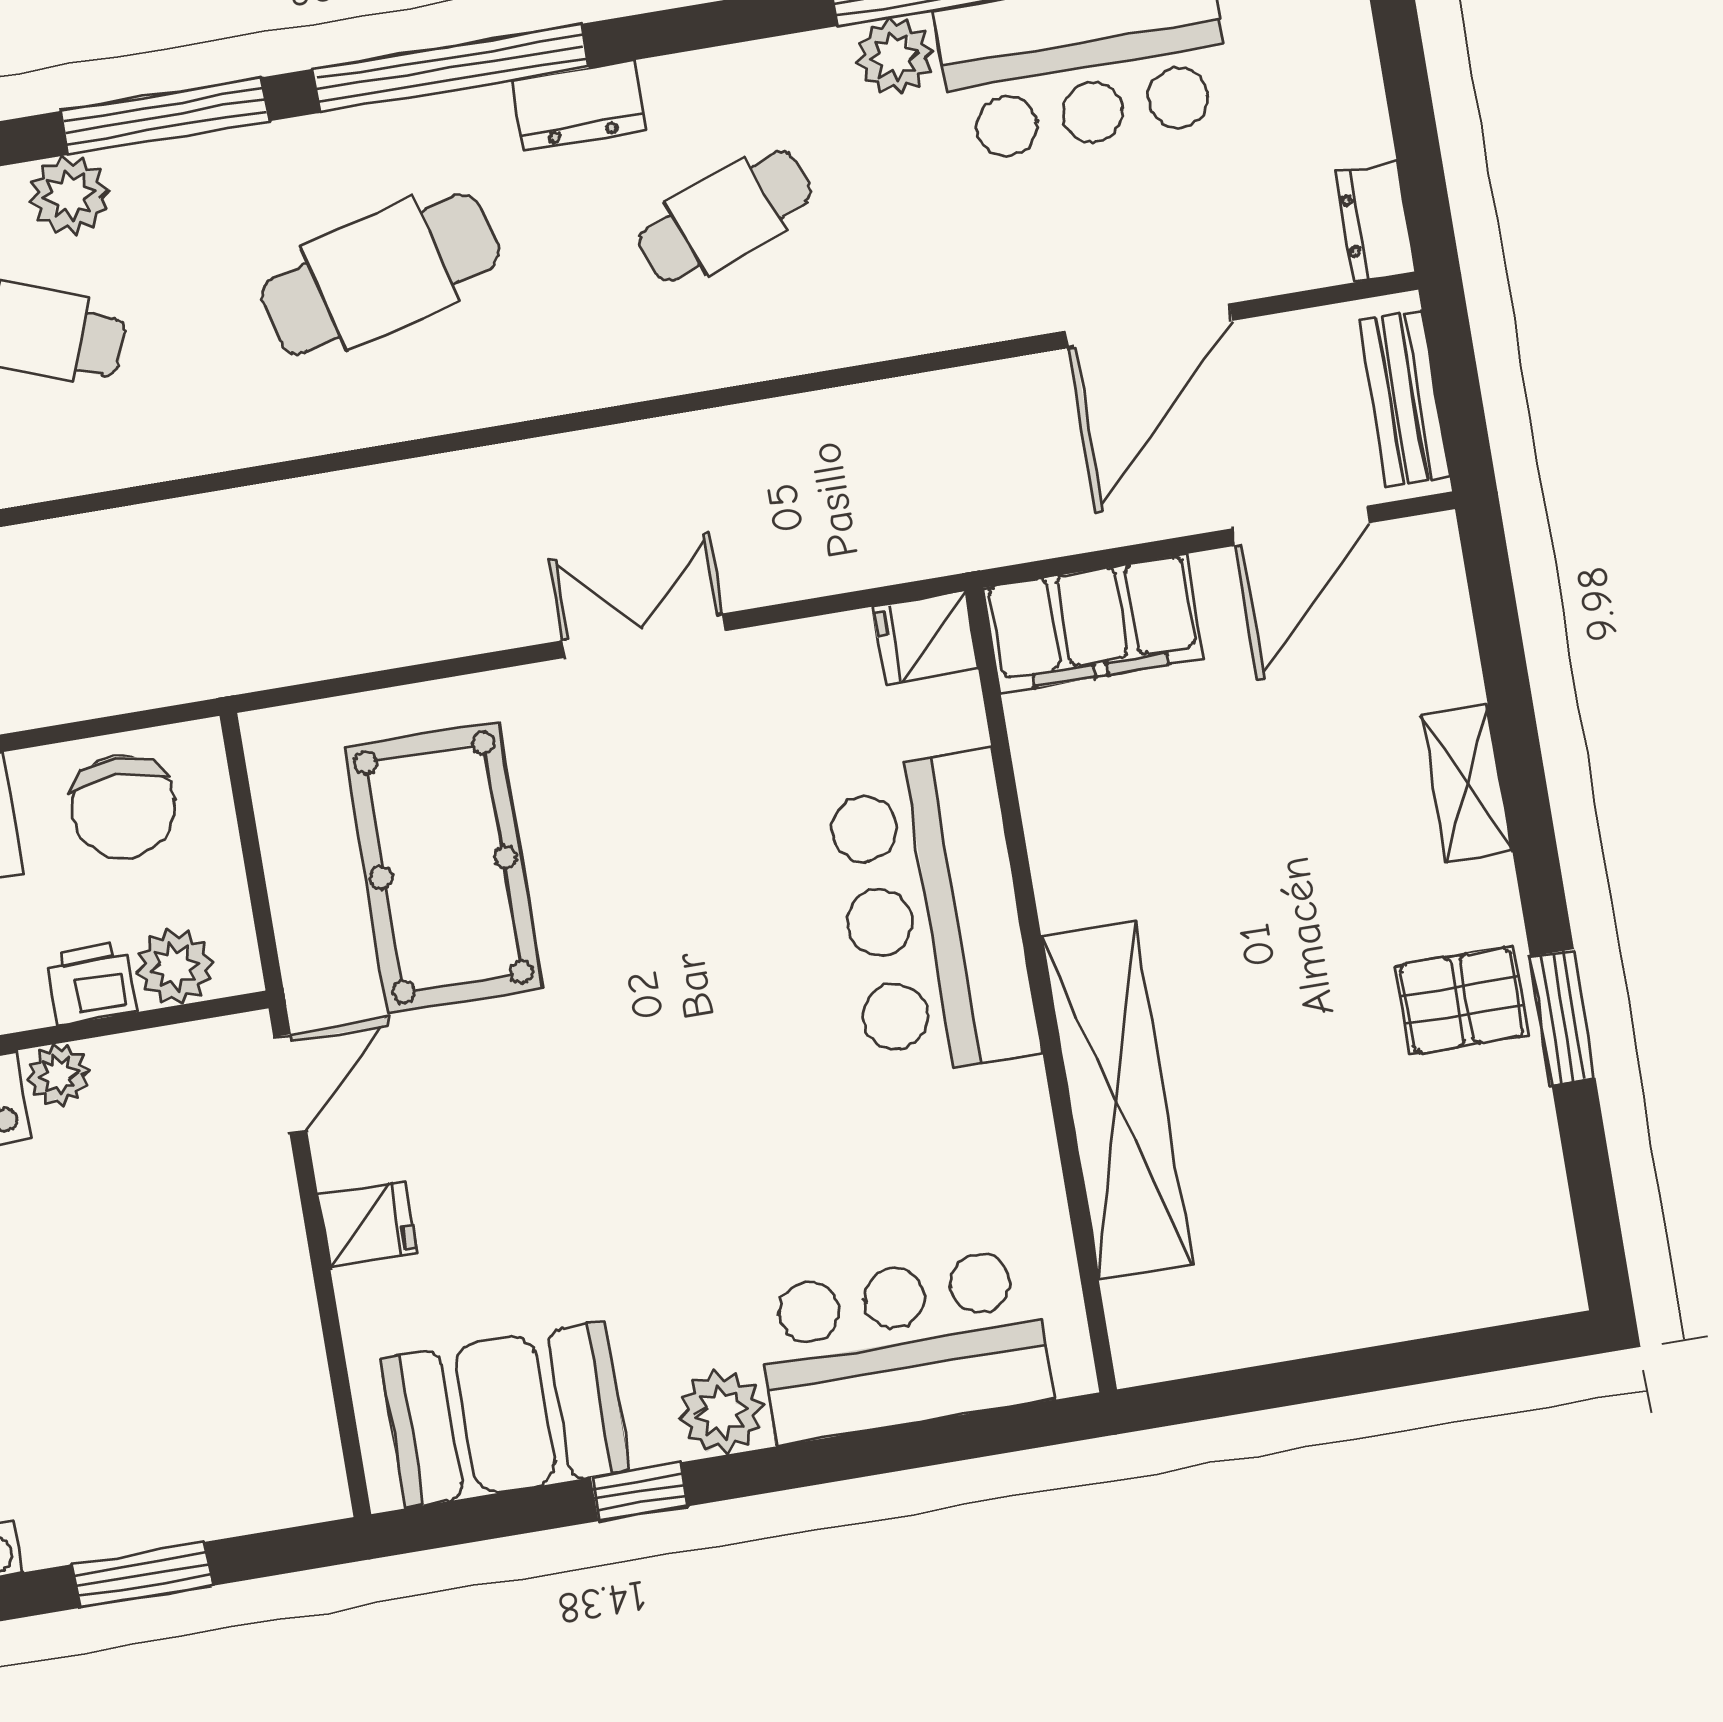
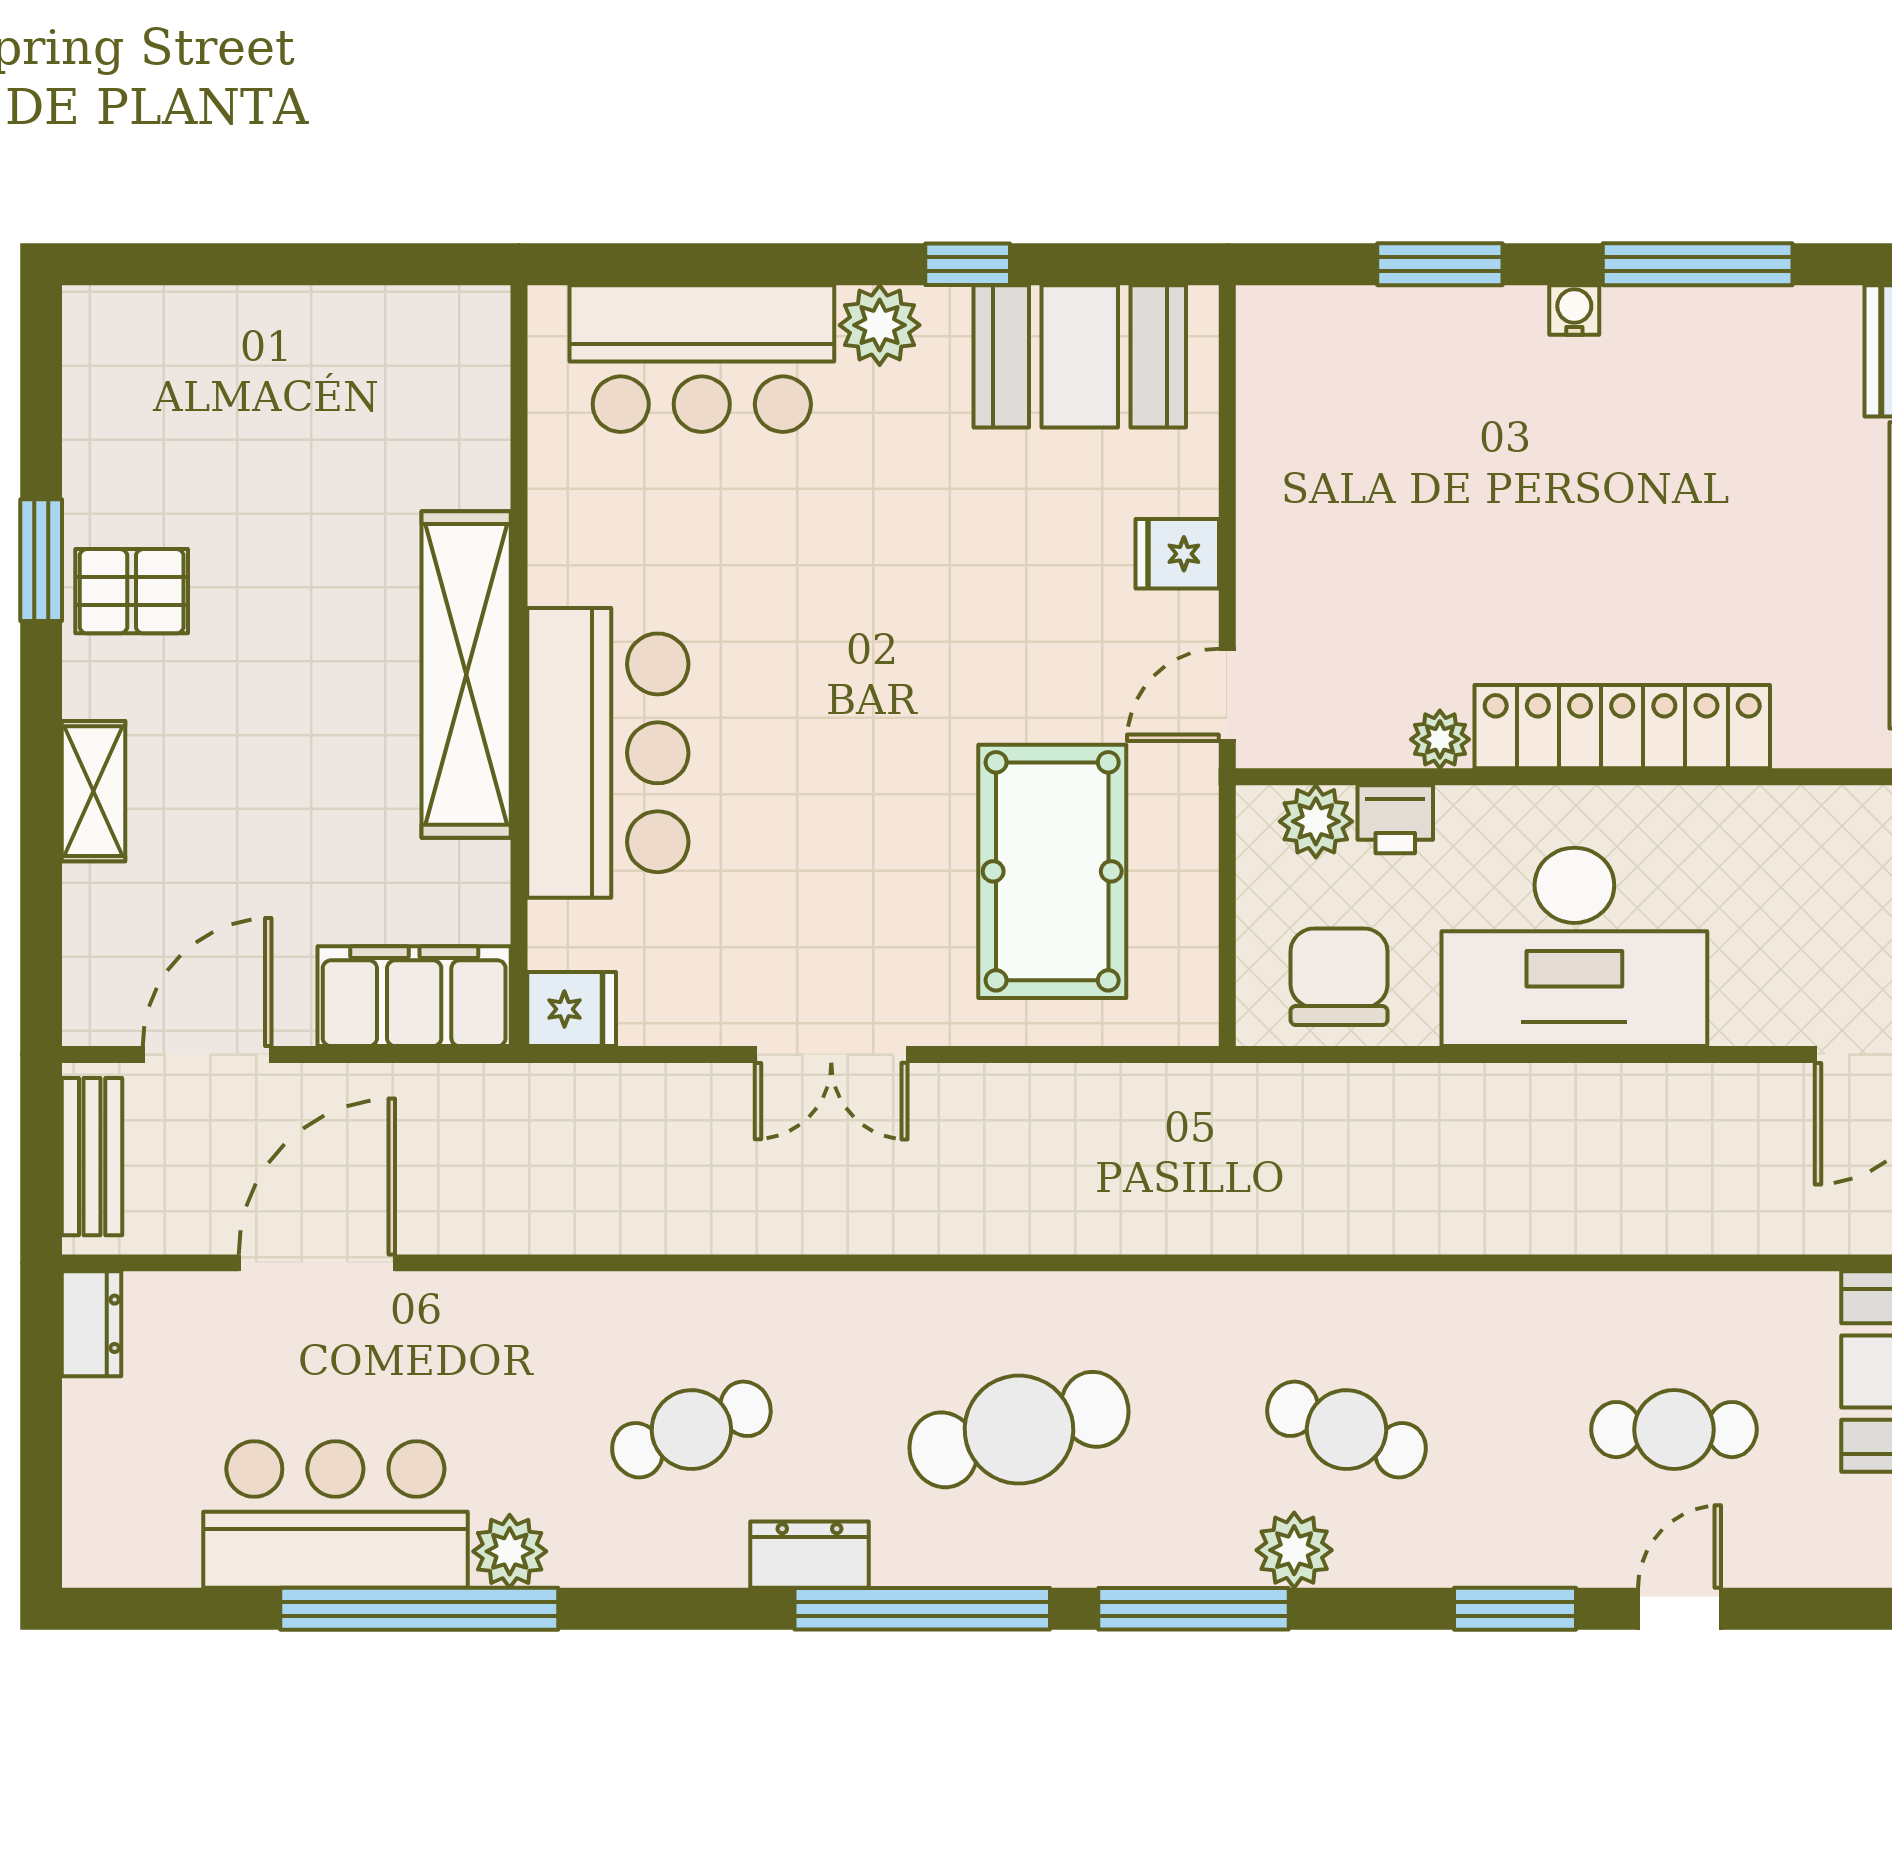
shelving: (1117, 1100) -> (466, 674), moved

